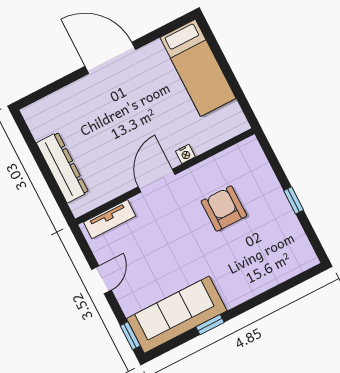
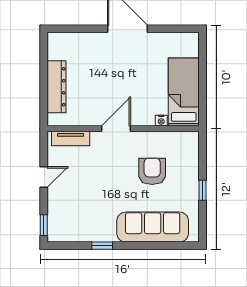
bed: (198, 68) -> (184, 92), moved, turned 180
nightstand: (185, 154) -> (161, 121), moved
sofa: (177, 315) -> (153, 227), moved

